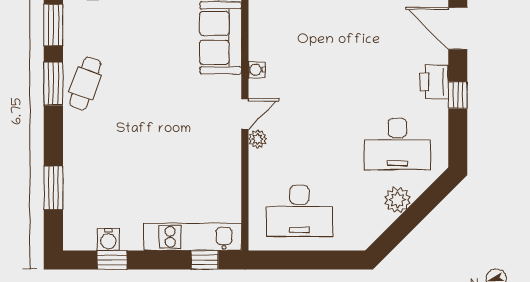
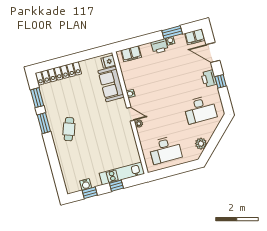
cafe table: (85, 83) -> (69, 129), moved
door: (245, 114) -> (130, 114), hinge flipped
window: (53, 188) -> (56, 168), removed
plant: (397, 200) -> (201, 144), moved
window: (205, 260) -> (116, 186), moved

